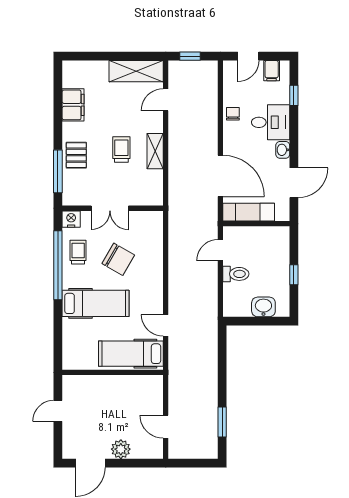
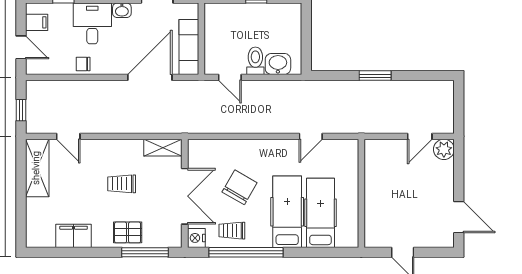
shelving: (155, 151) -> (163, 148), moved
double door: (110, 208) -> (185, 196), width x1.37
washbasin: (263, 307) -> (278, 64), moved, turned 90
hospital bed: (131, 354) -> (320, 213), moved, turned 180
window: (222, 422) -> (375, 76), moved
plant: (121, 449) -> (444, 149), moved

